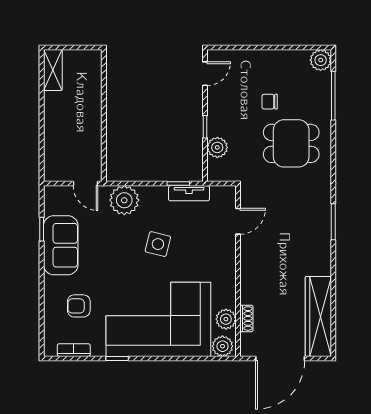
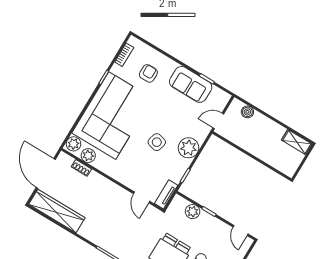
boiler: (52, 154) -> (247, 112), added
tv unit: (189, 193) -> (166, 194), moved
plant: (124, 200) -> (189, 148), moved

